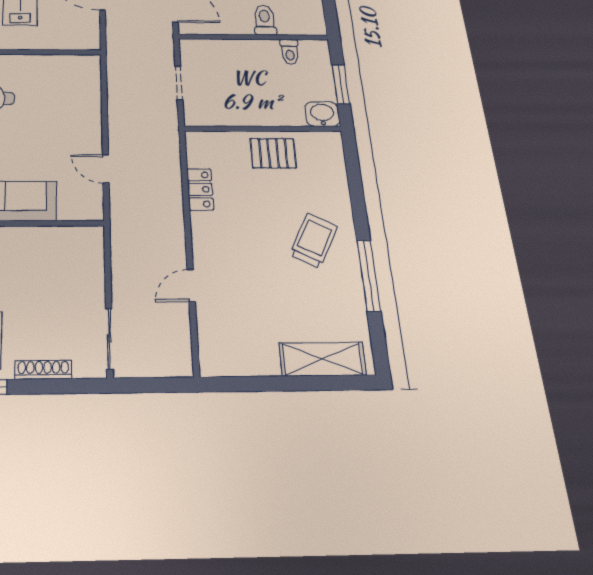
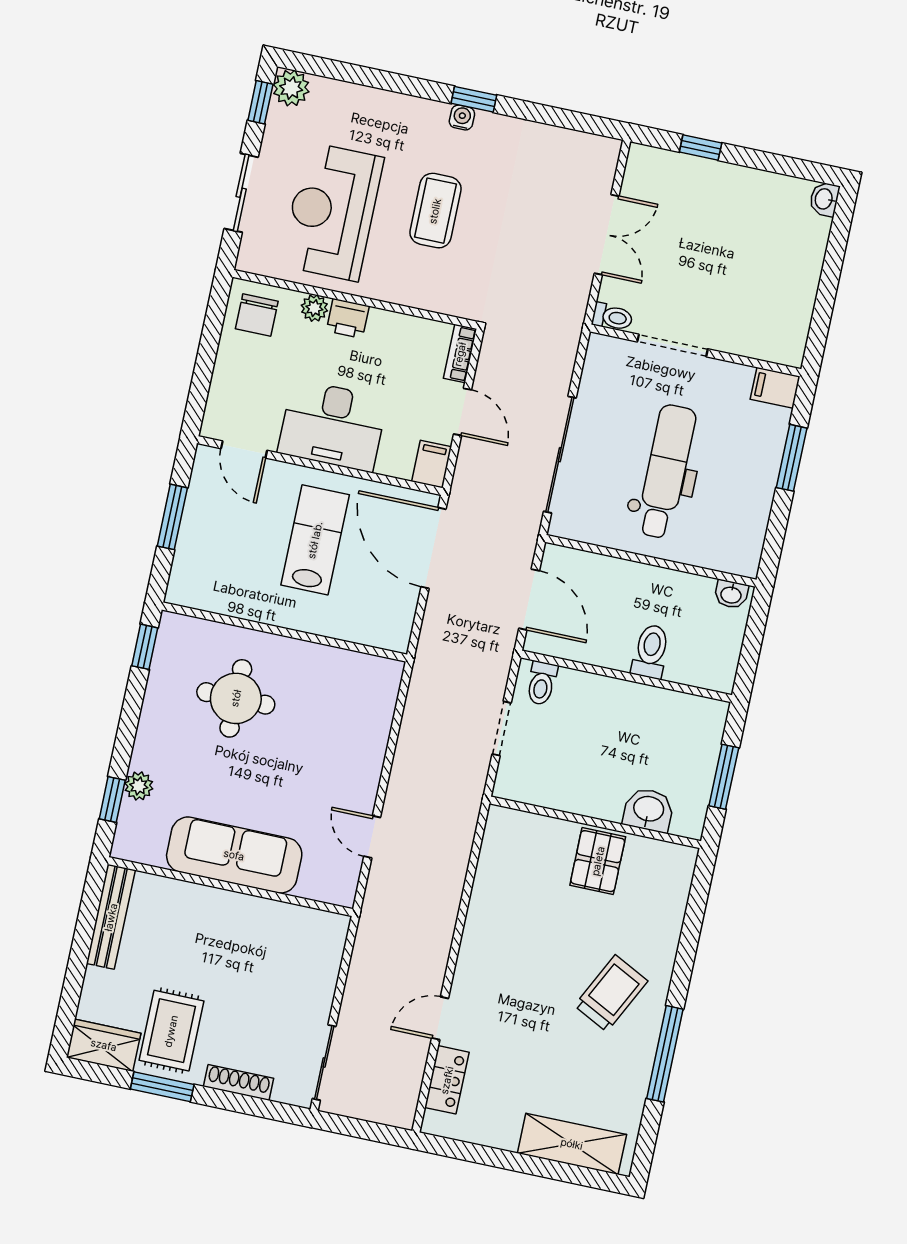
toilet: (290, 52) -> (542, 683), moved
washbasin: (322, 114) -> (648, 810), moved
pallet: (273, 153) -> (598, 861), turned 90
locker: (200, 189) -> (447, 1080), moved

